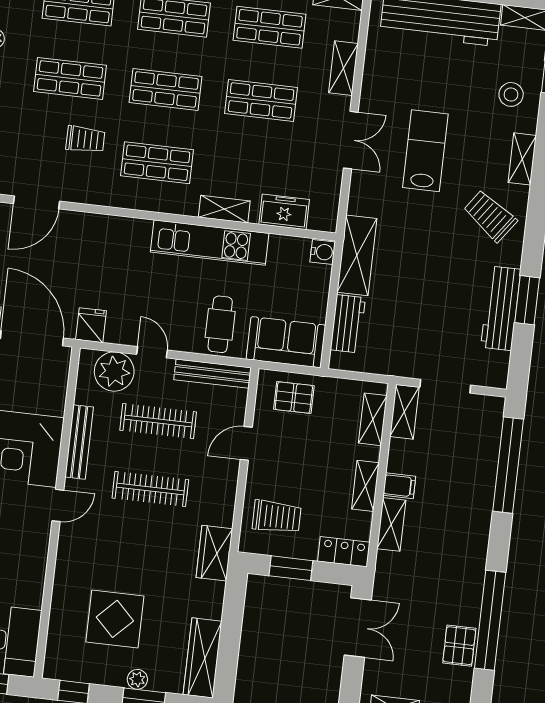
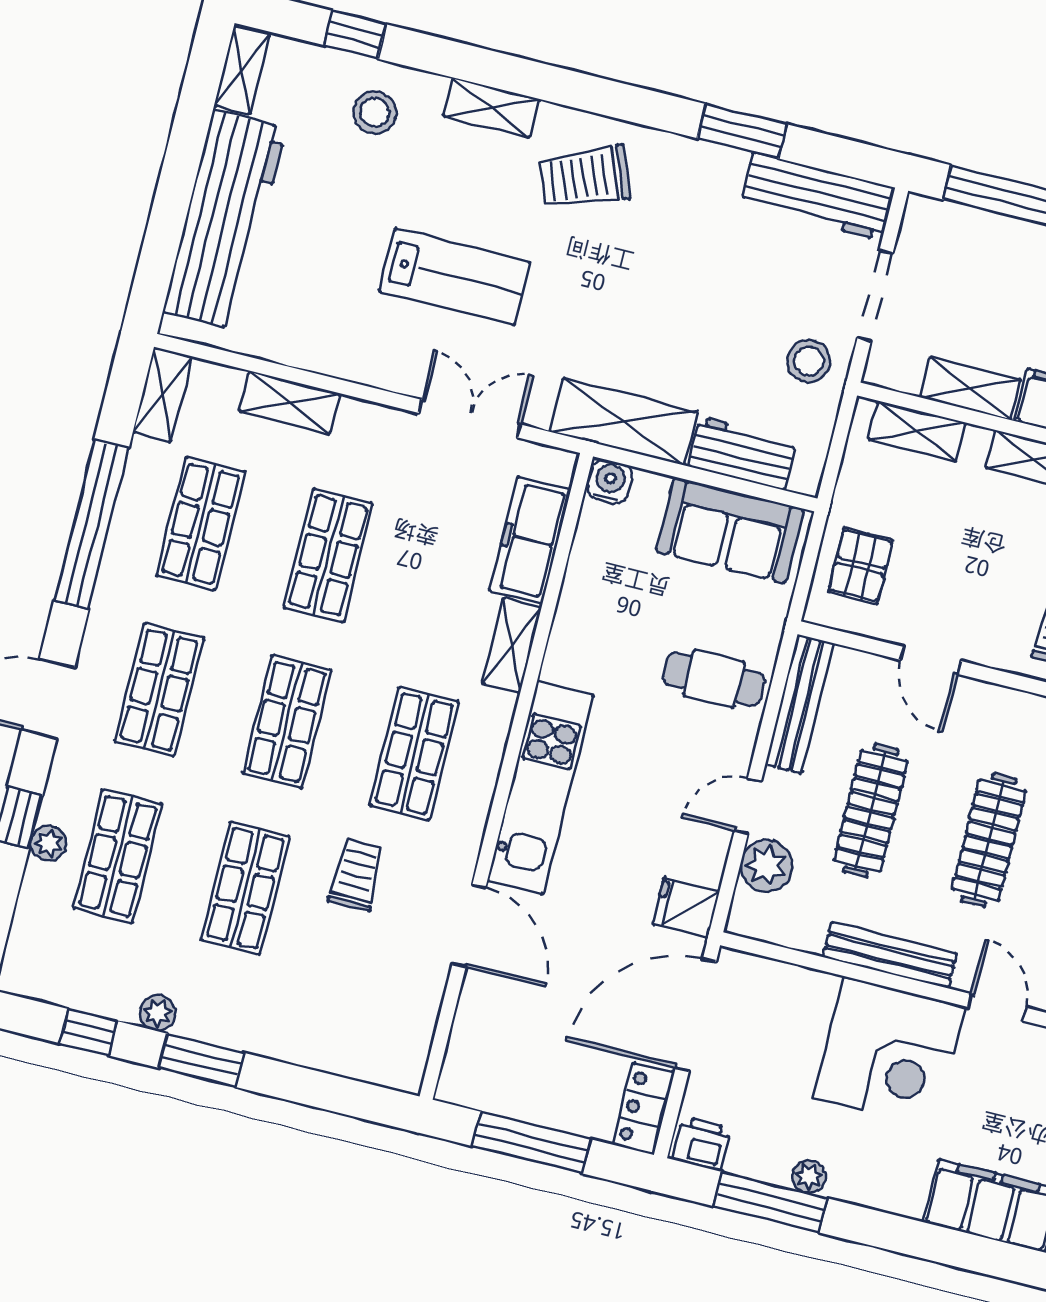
double door: (351, 140) -> (470, 419), moved
lab bench: (425, 151) -> (455, 277), turned 180
door: (37, 202) -> (469, 926), moved
freezer: (284, 212) -> (530, 540), width x1.40
trolley: (490, 216) -> (584, 177), turned 32
kitchen unit: (210, 243) -> (540, 788), moved
workbench: (501, 308) -> (818, 197), moved
sofa: (286, 342) -> (730, 530), moved, turned -90
stool: (404, 354) -> (809, 361), added
plant: (114, 372) -> (766, 866), width x0.73, depth x0.73
shelving: (404, 412) -> (971, 388), moved

